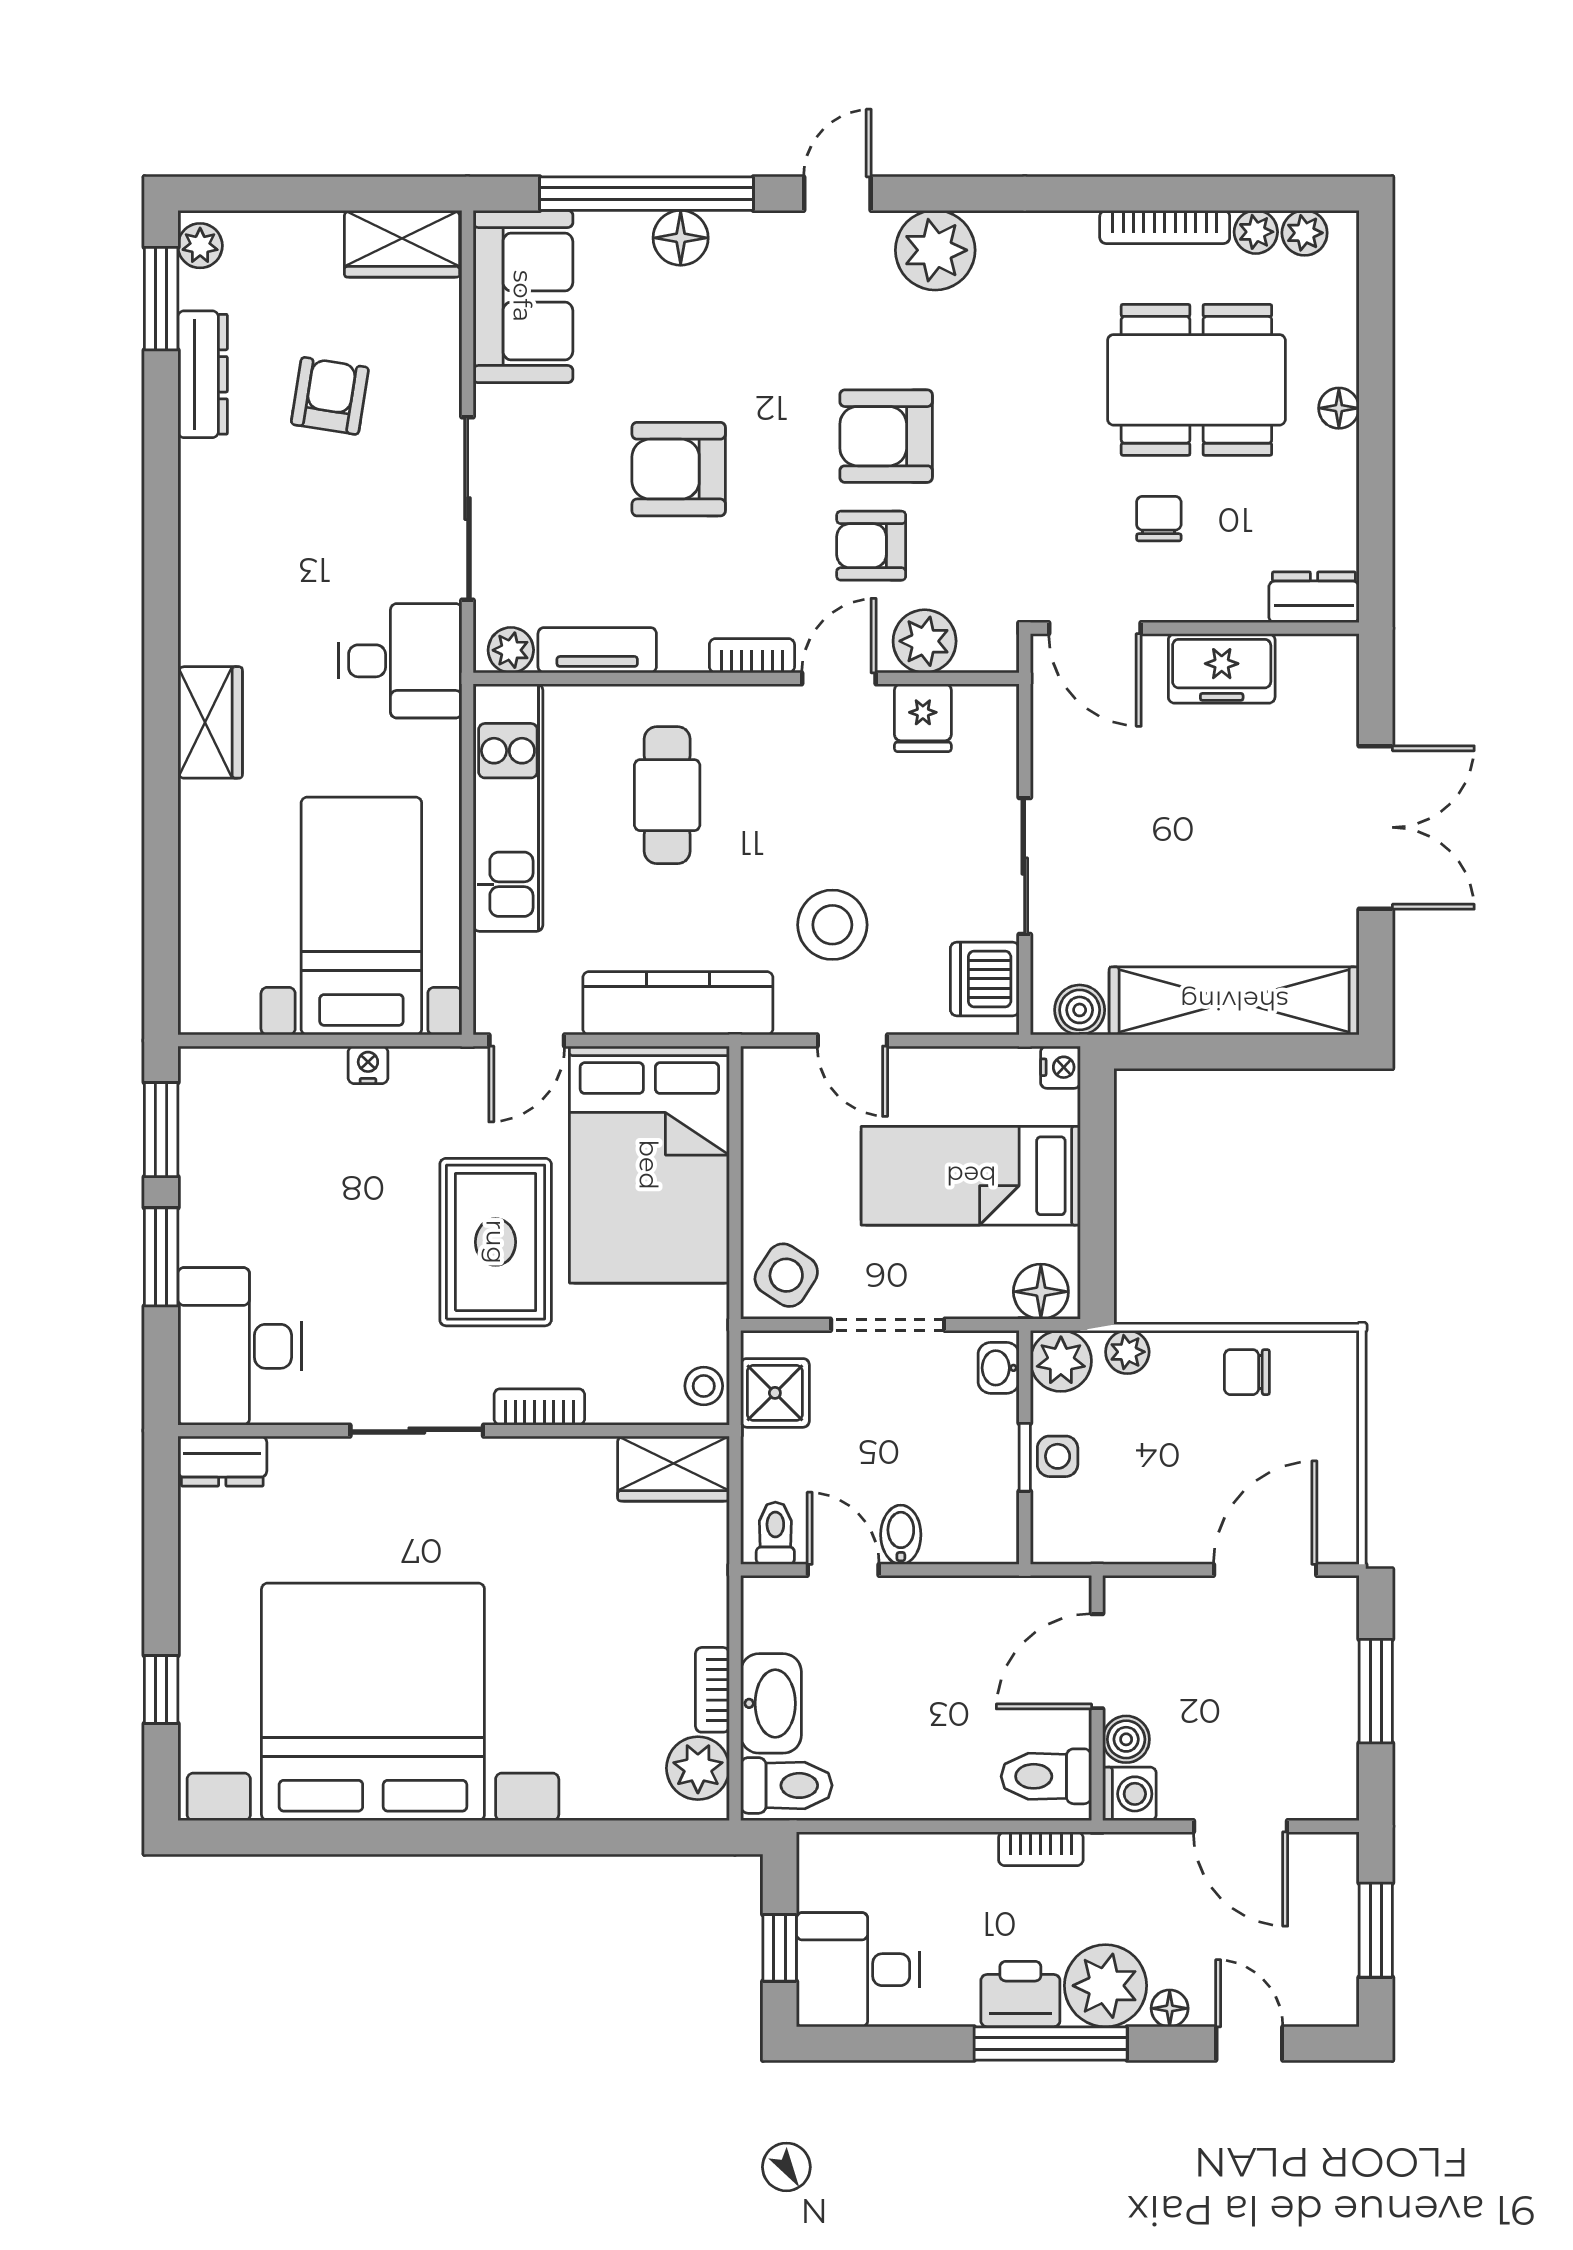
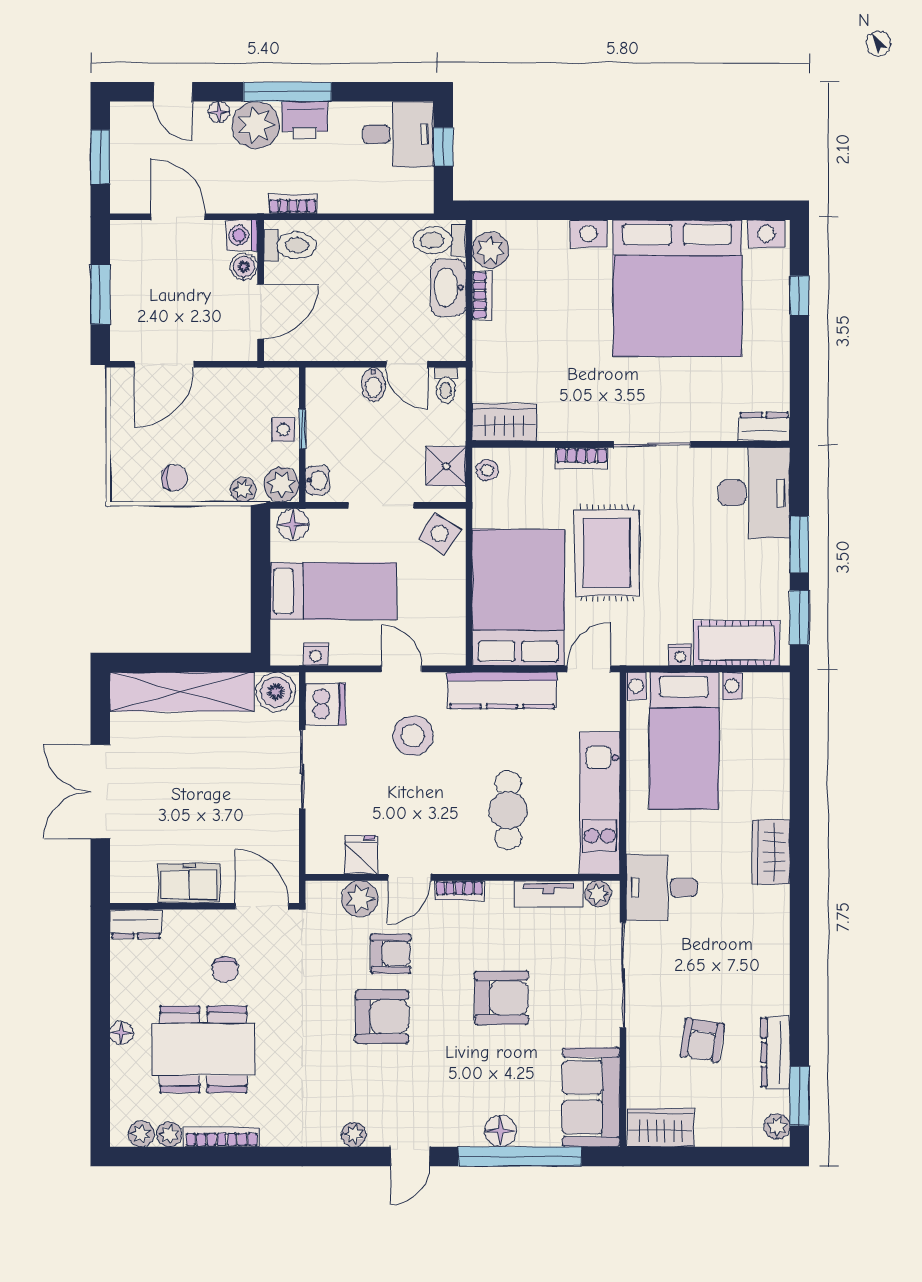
plant: (935, 250) -> (354, 1135), width x0.53, depth x0.53
boiler: (1080, 1010) -> (276, 692), width x1.36, depth x1.36
nightstand: (1061, 1067) -> (316, 654), moved, turned -90
cot: (270, 1085) -> (737, 643), added

